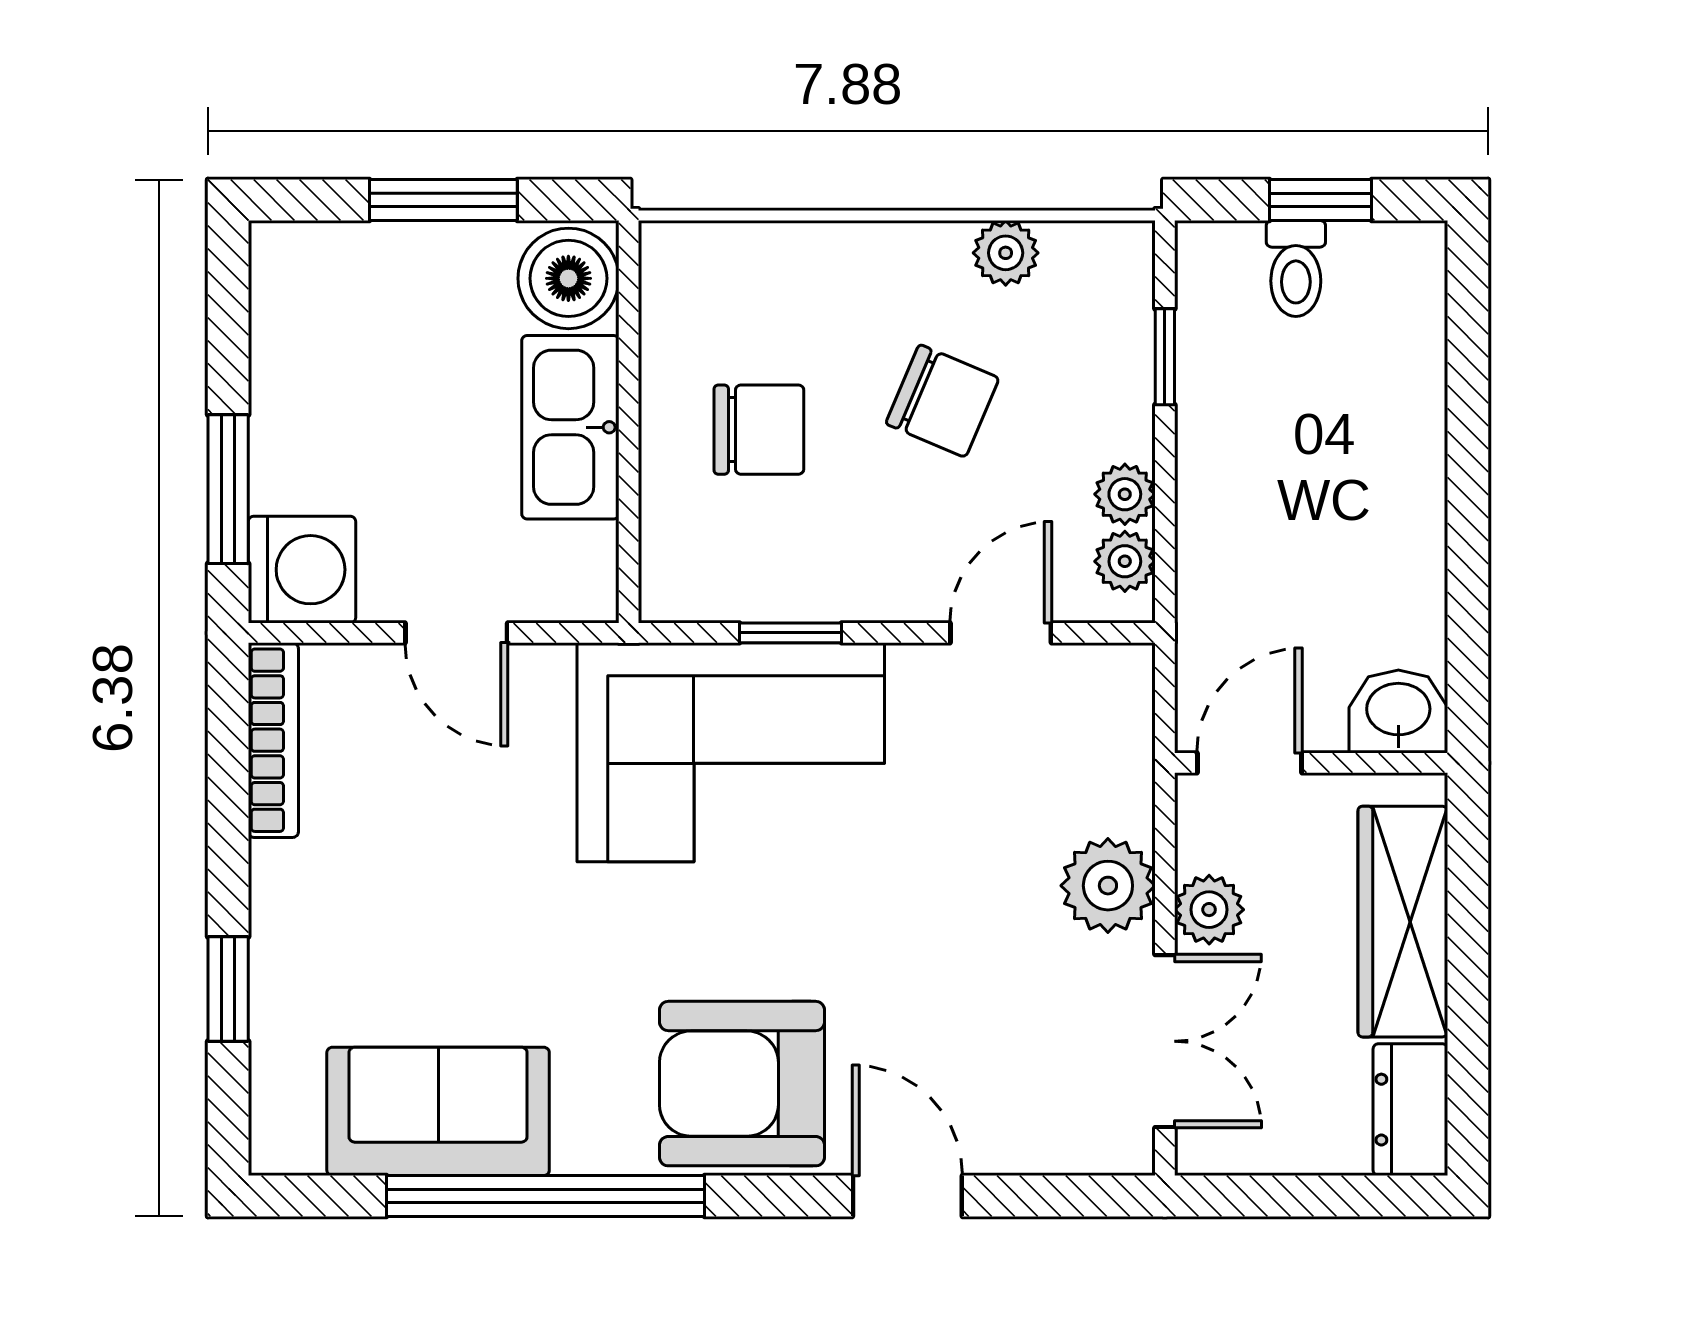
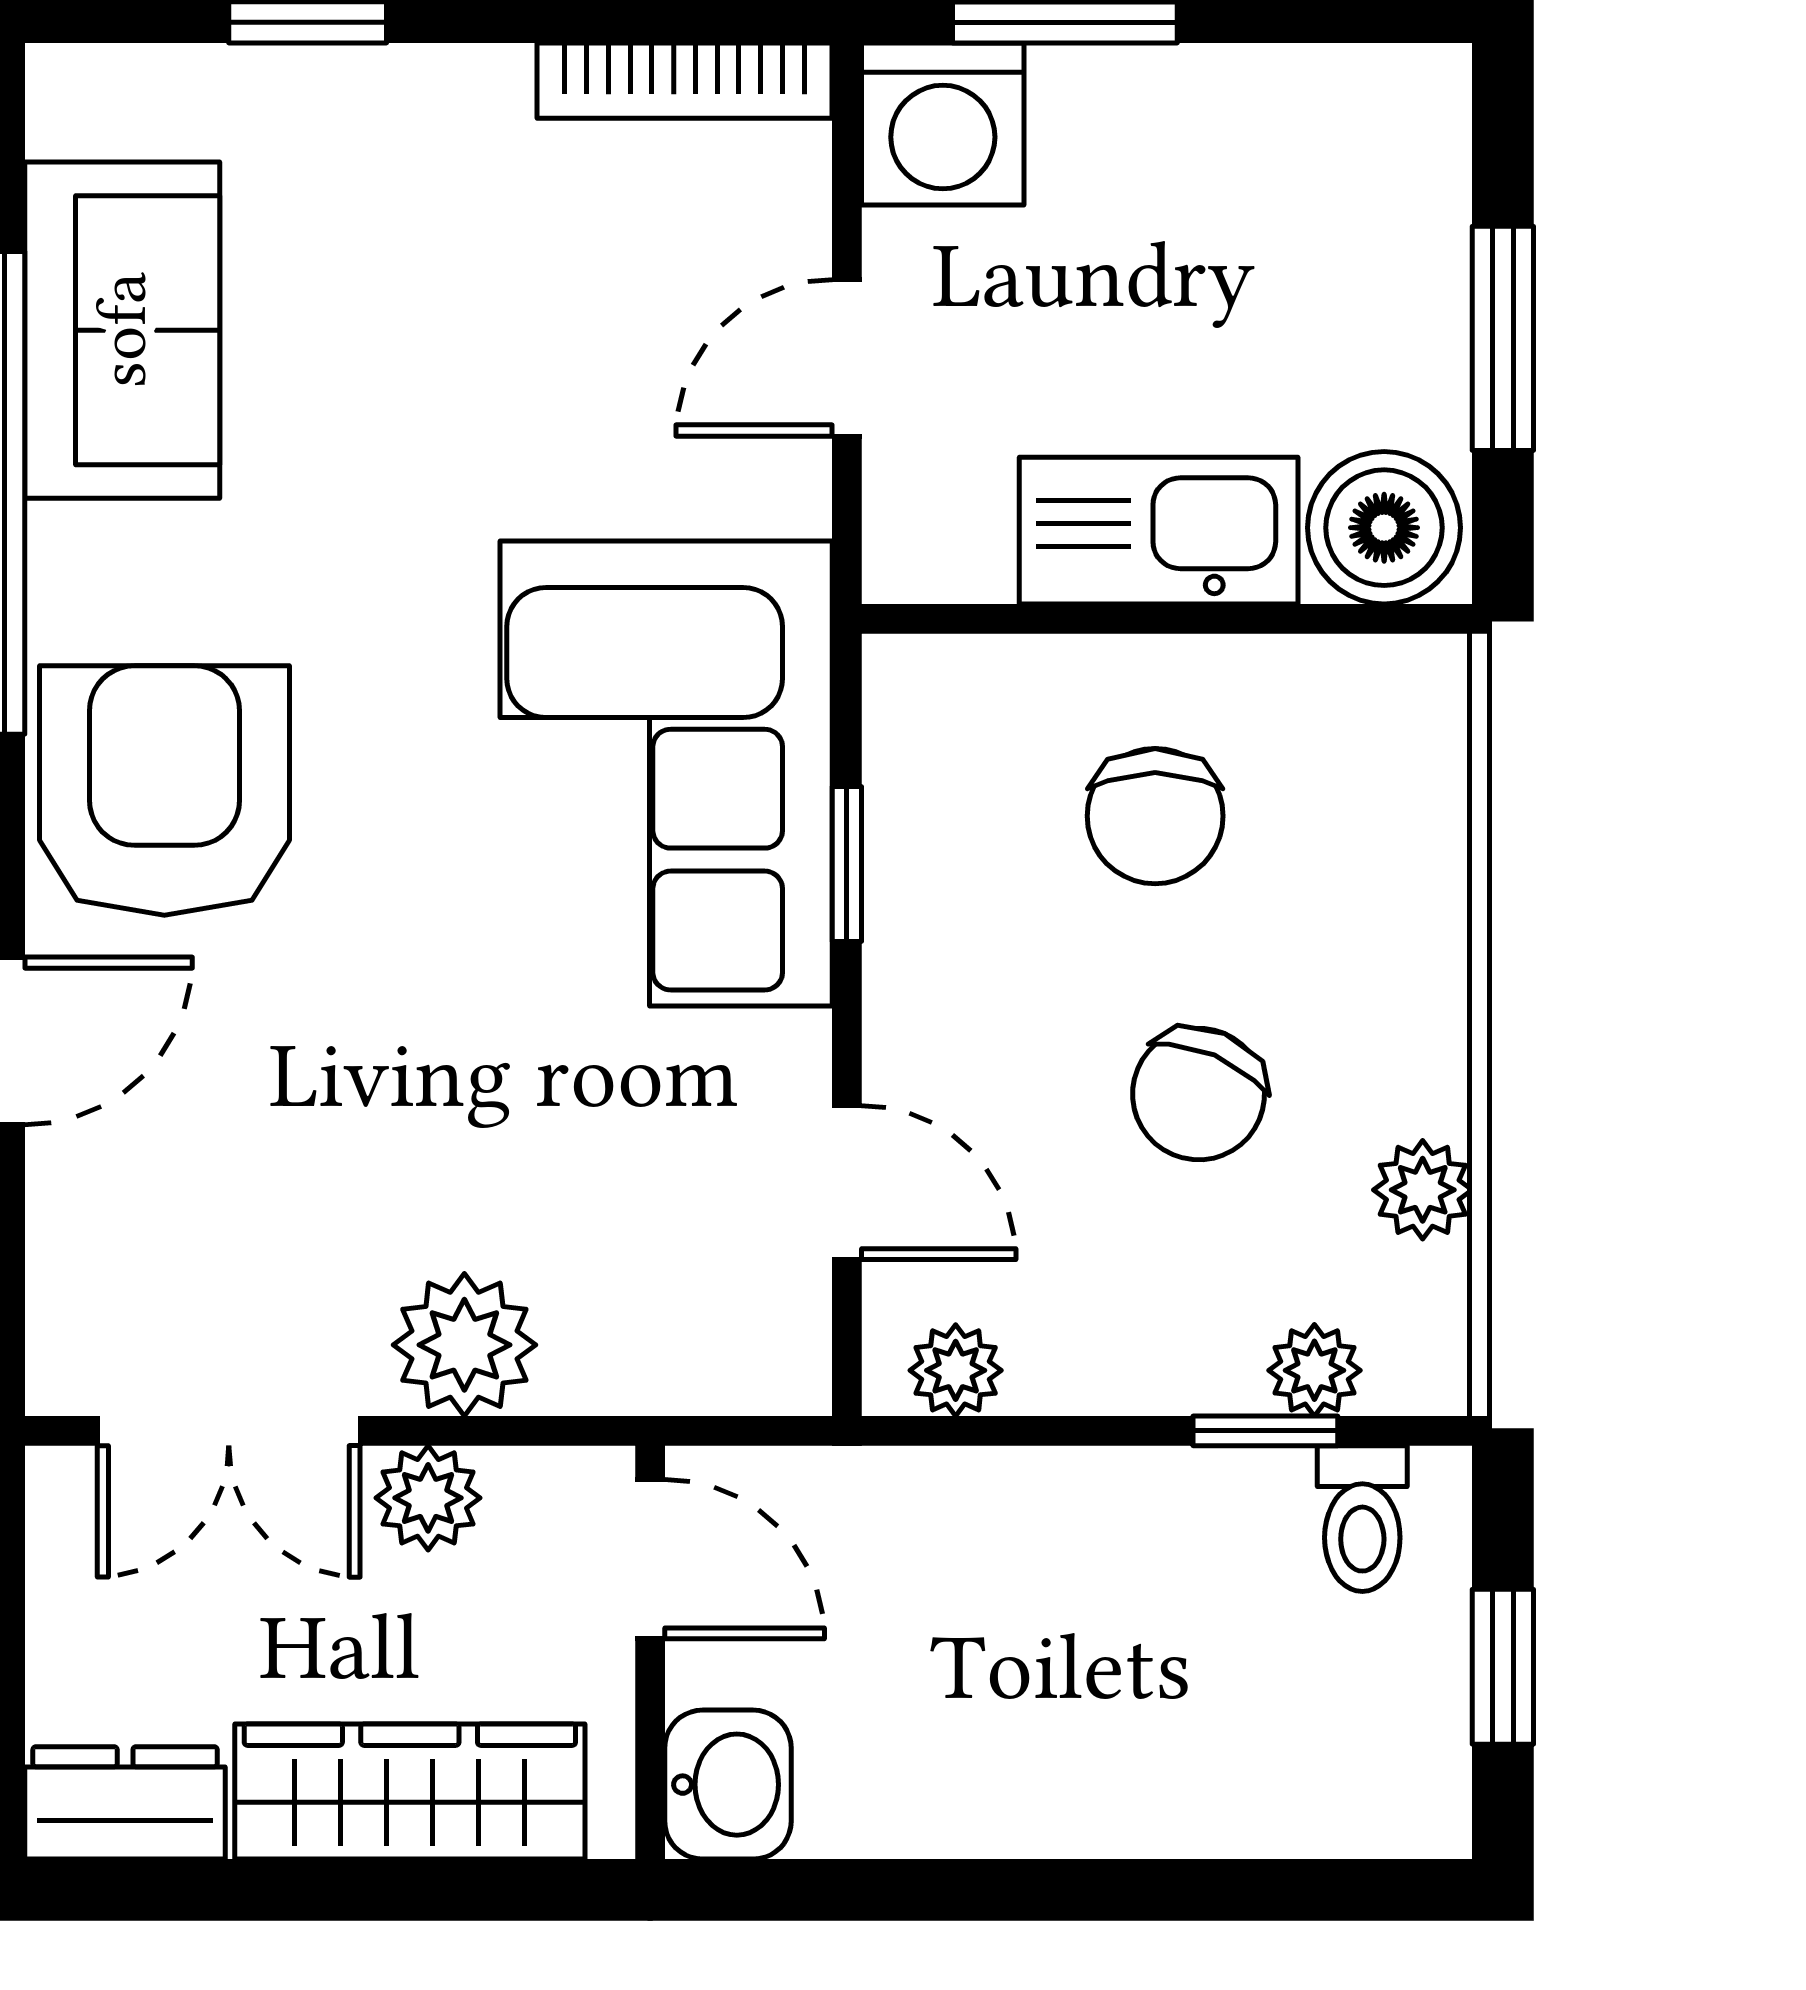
toilet: (1296, 268) -> (1362, 1519), moved, turned -90
plant: (1125, 494) -> (1314, 1370), moved

